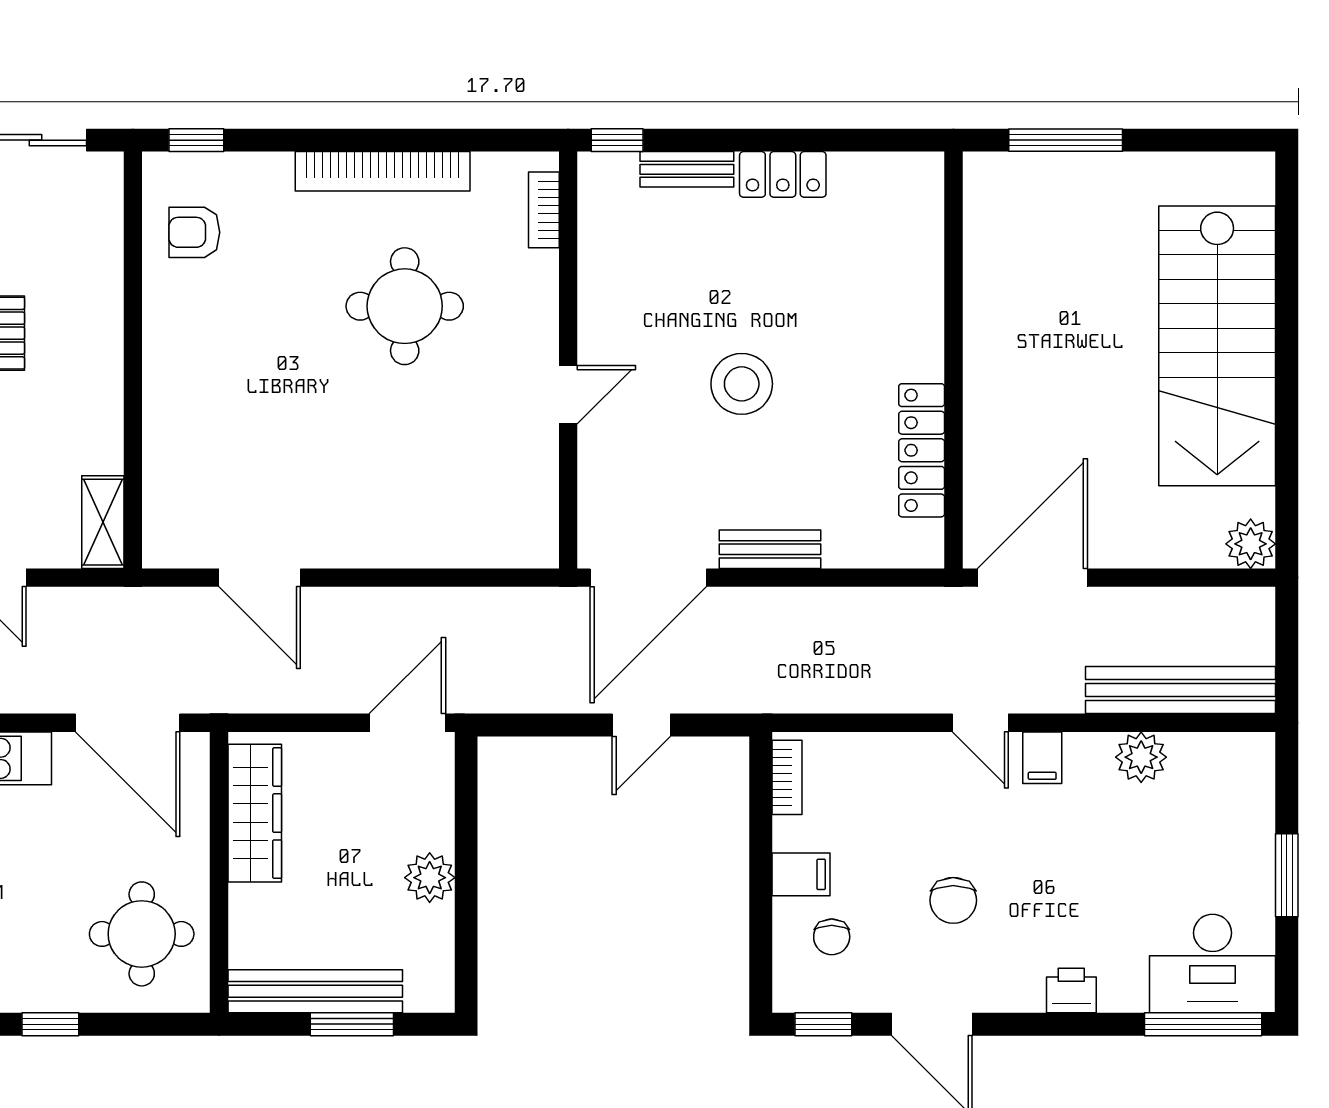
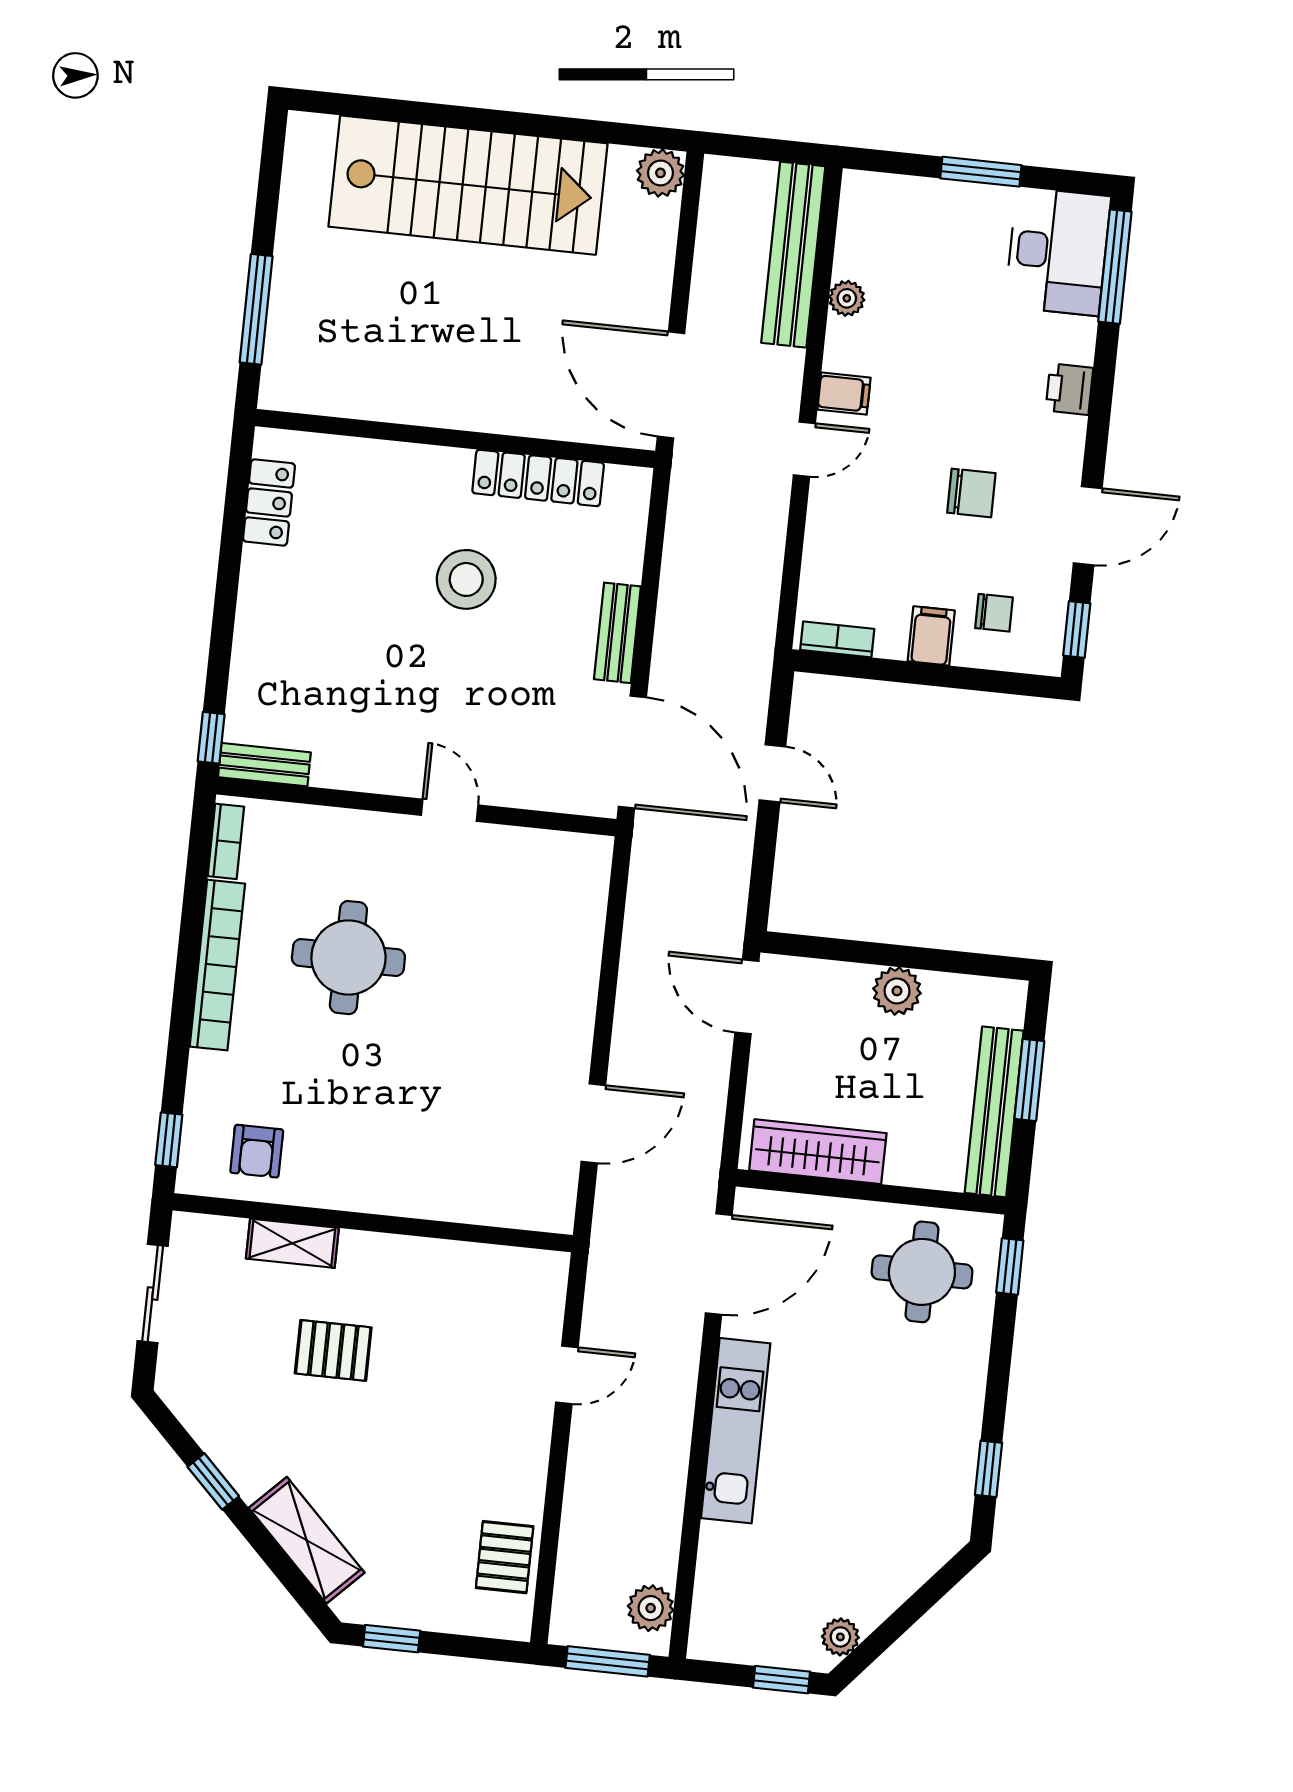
bench: (687, 169) -> (264, 765), moved, turned 90
locker: (783, 174) -> (269, 502), moved
bookcase: (544, 210) -> (226, 841), moved, turned -90
stool: (742, 384) -> (466, 579), moved
shelving: (103, 522) -> (292, 1243), moved
plant: (1141, 757) -> (847, 298), width x0.73, depth x0.73
window: (50, 1024) -> (1010, 1266), moved

